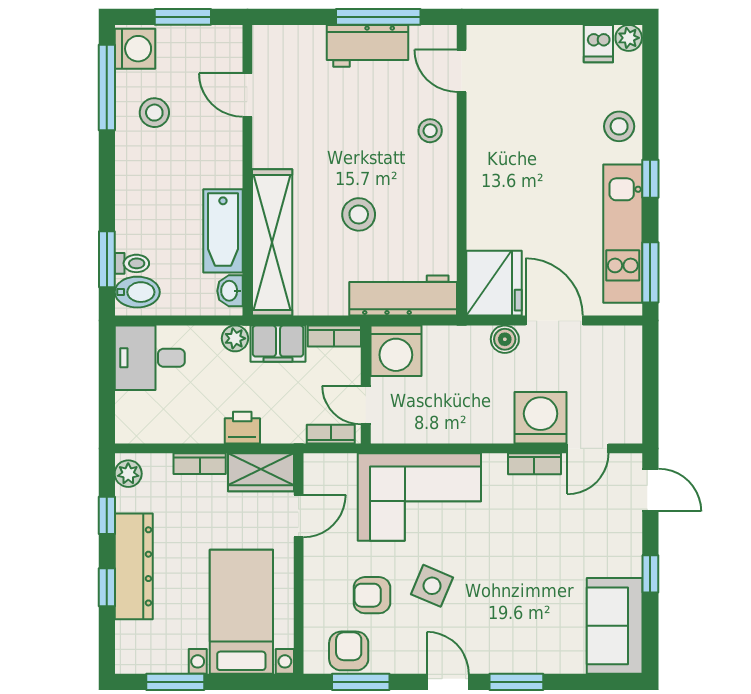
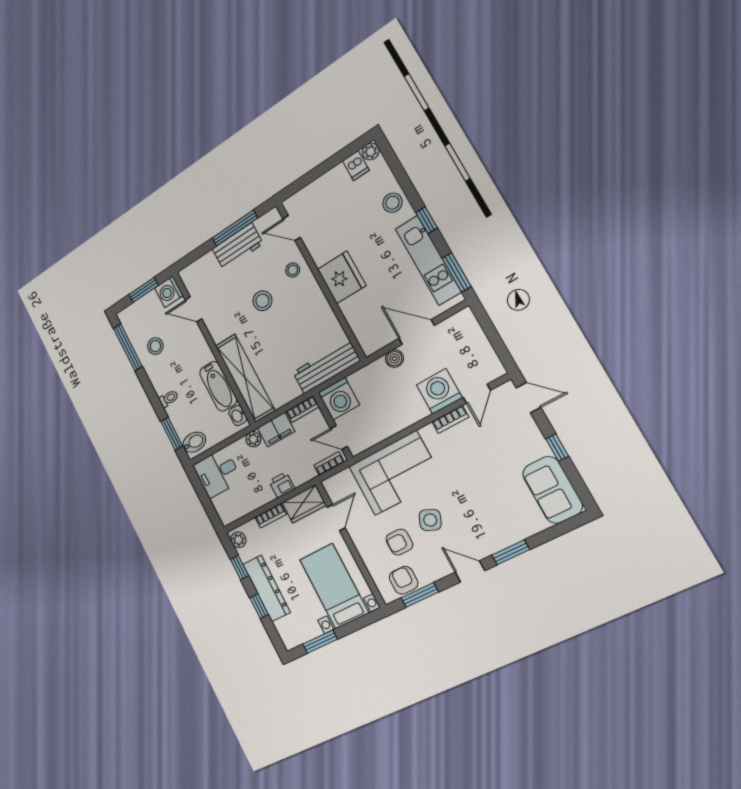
washing machine: (135, 49) -> (169, 292), moved, turned 180
stool: (359, 214) -> (262, 301), moved
toilet: (132, 263) -> (169, 399), moved
fridge: (494, 283) -> (342, 277), moved

